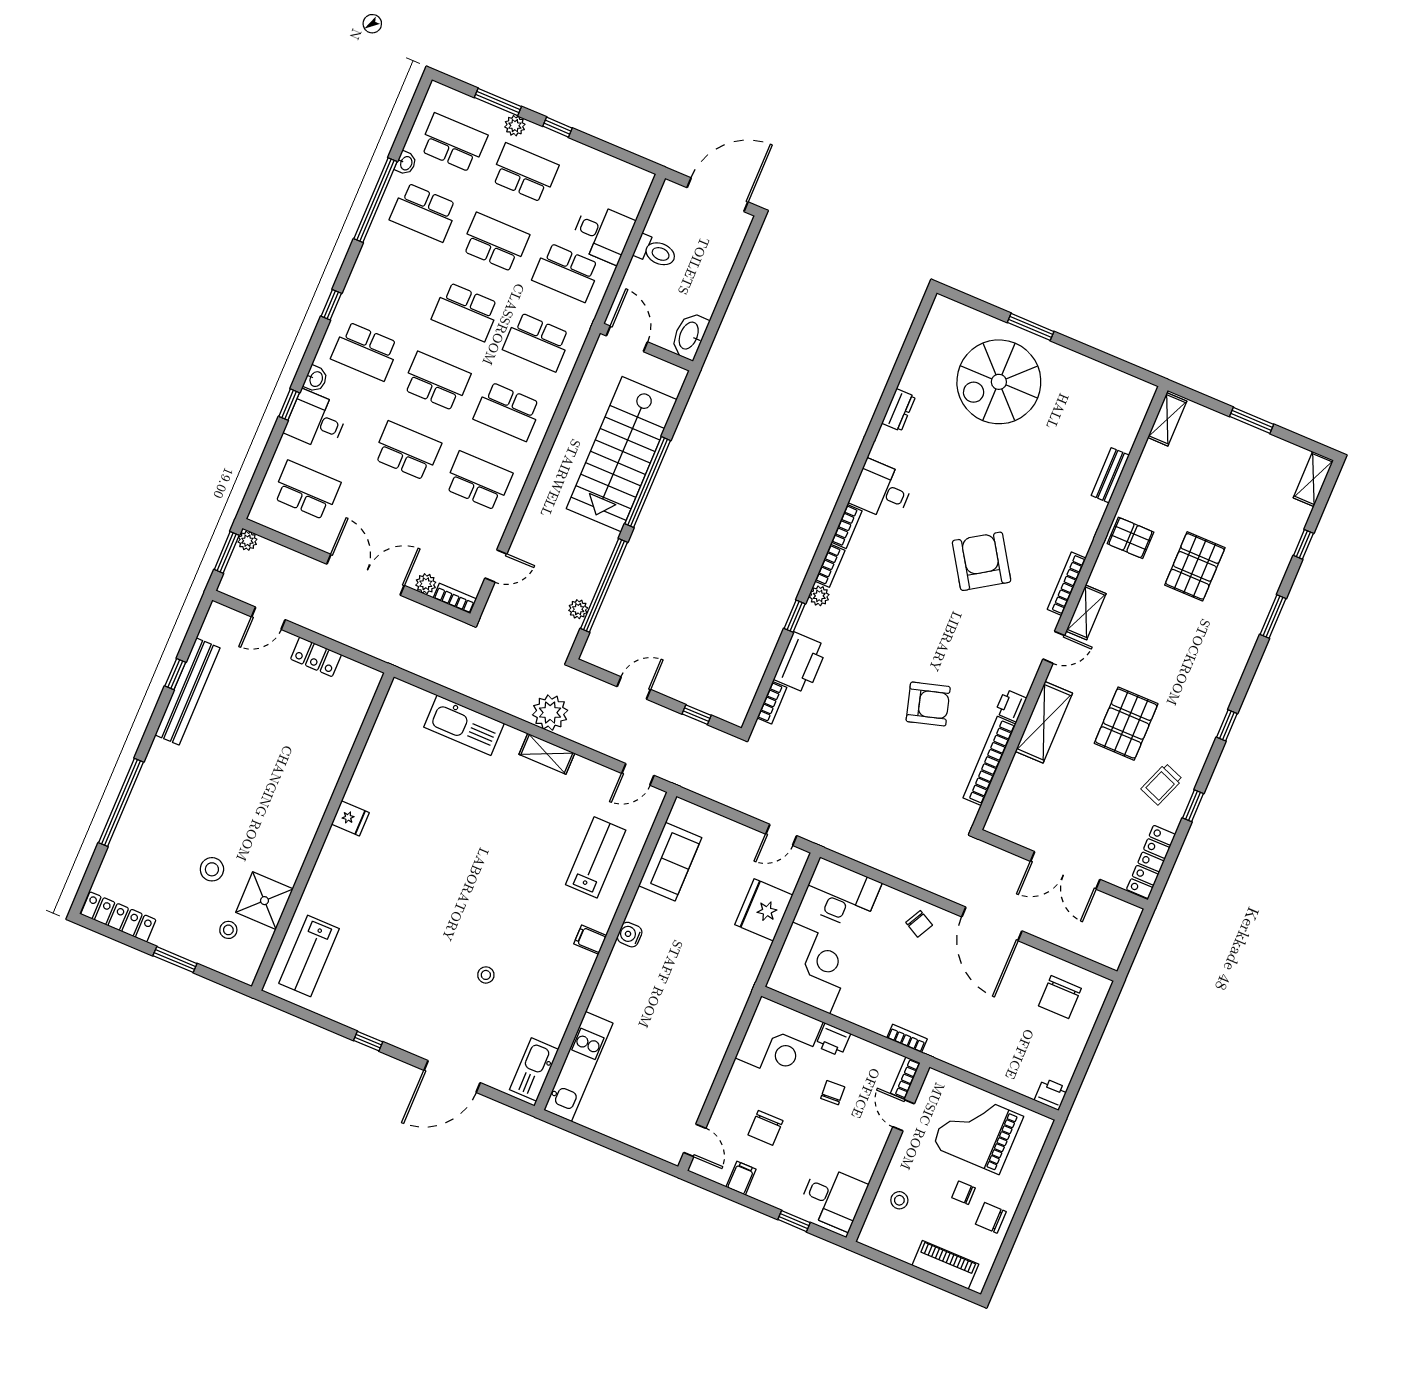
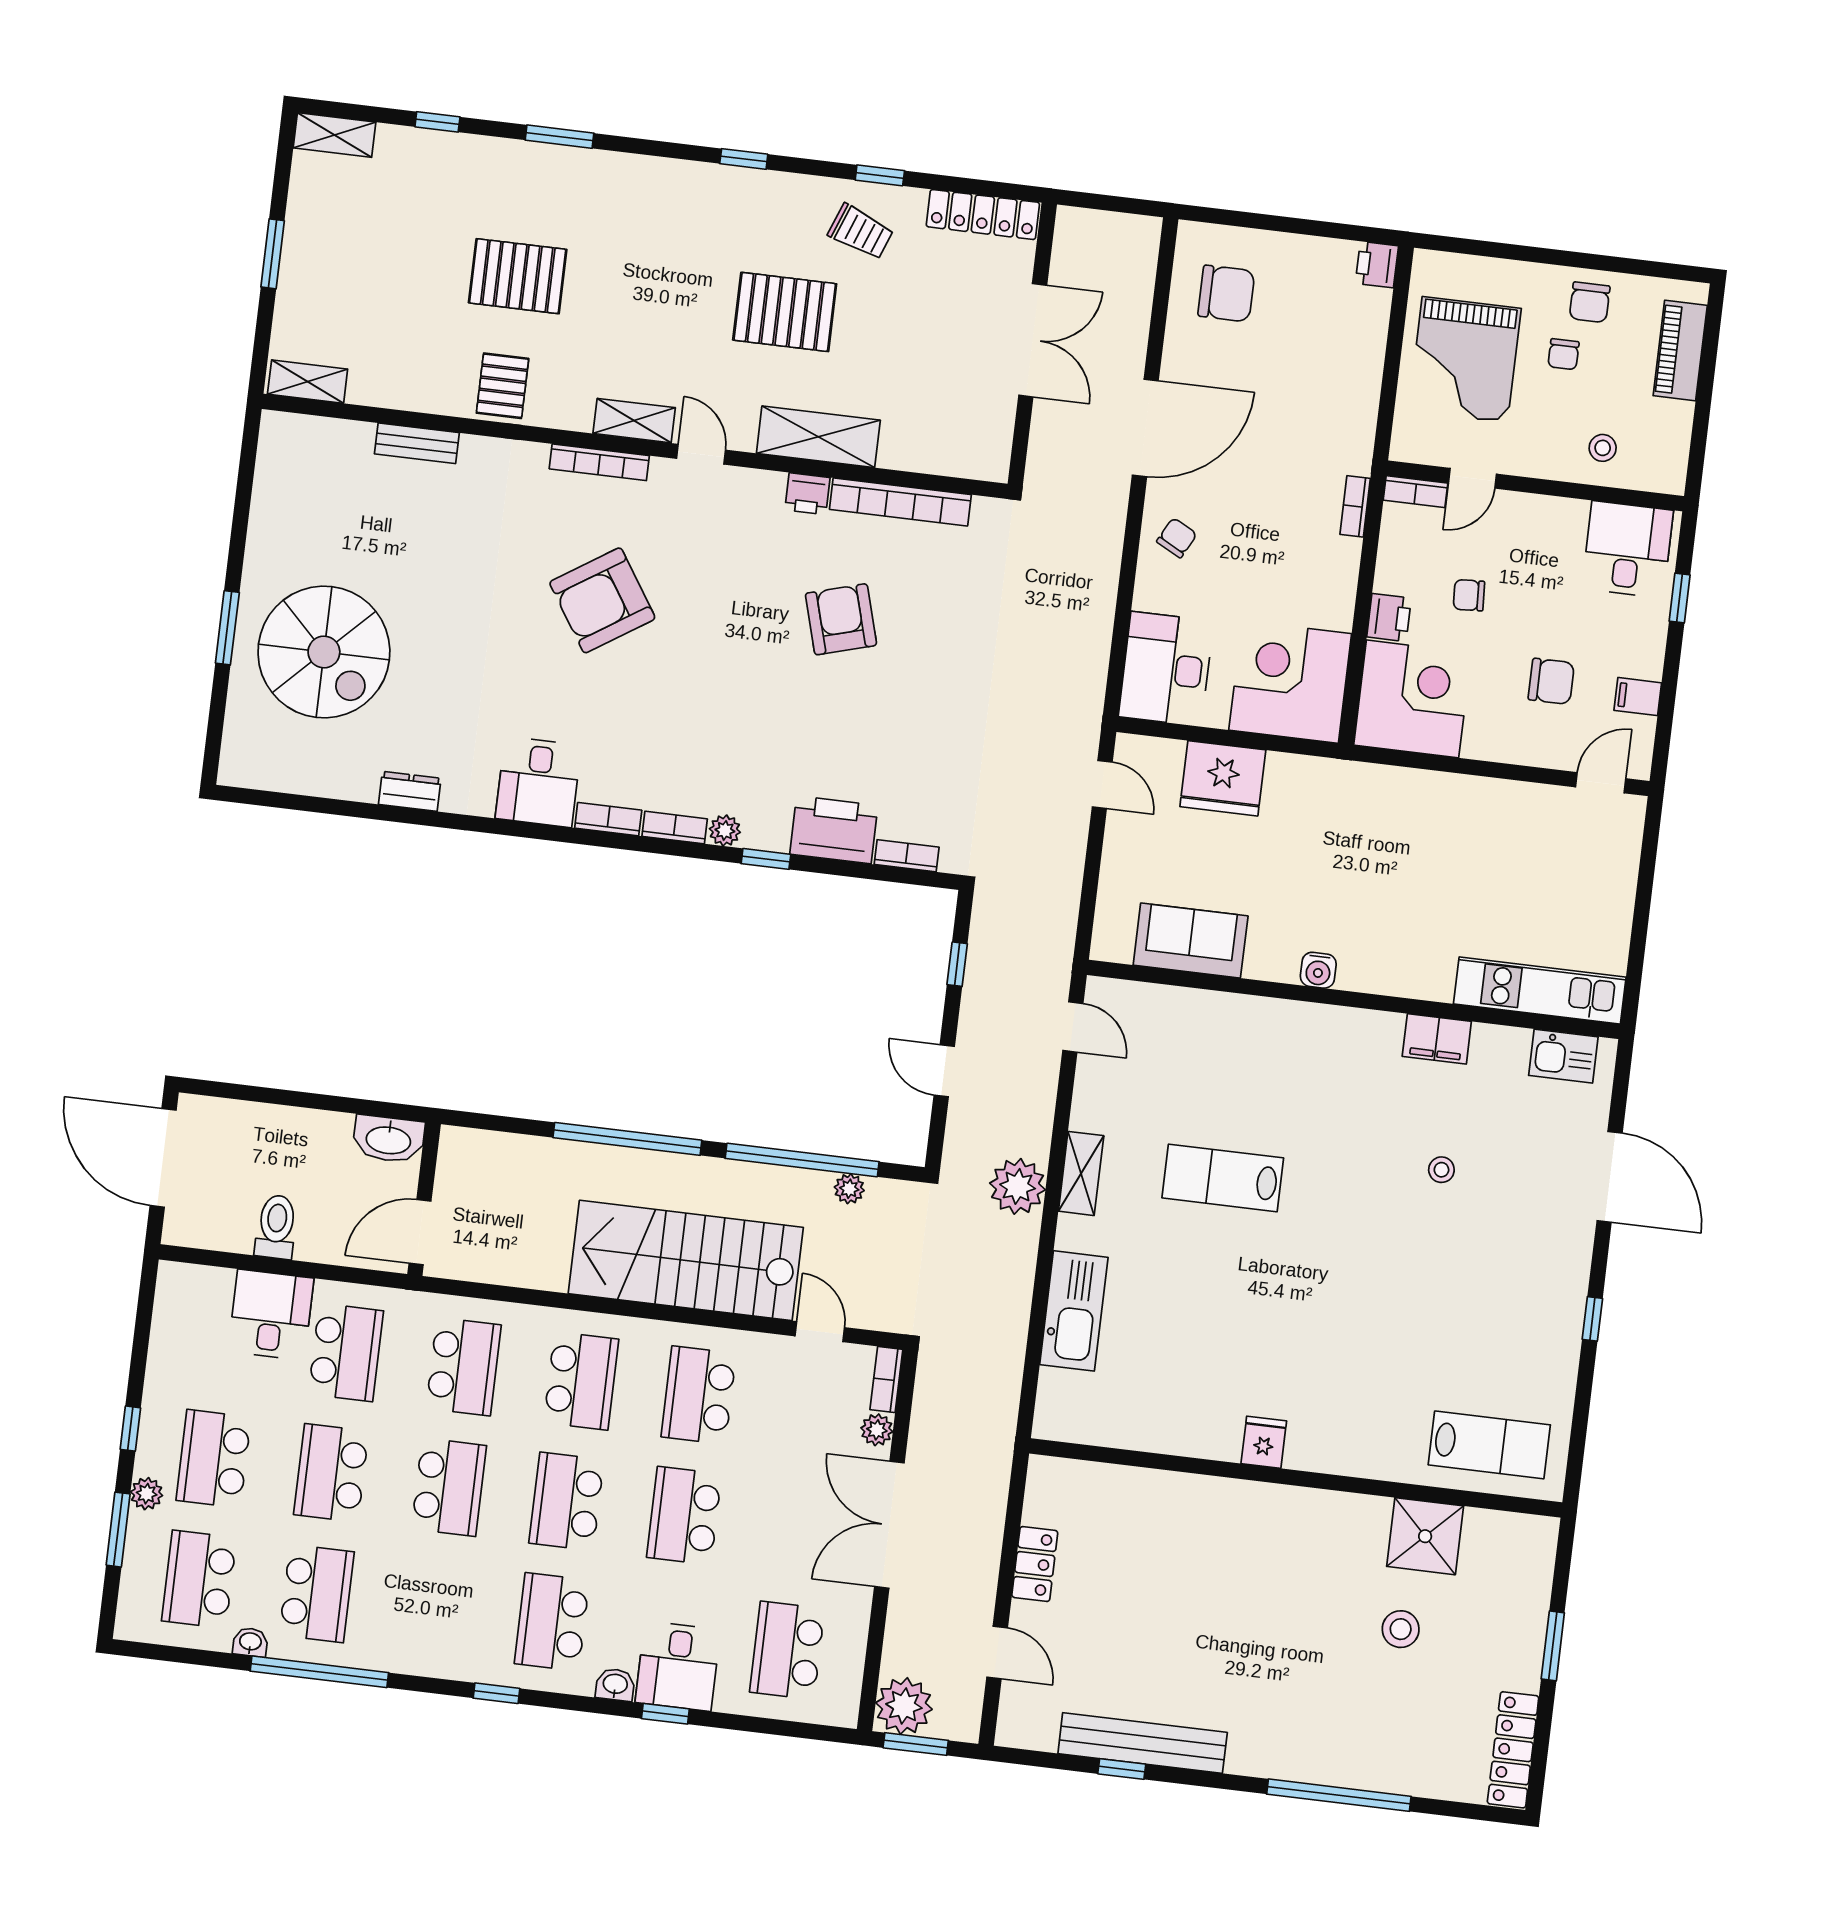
school desk: (365, 351) -> (552, 1622), turned 180
stairs: (622, 454) -> (686, 1260), moved, turned 180
plant: (247, 541) -> (904, 1706), width x1.87, depth x1.87
lab bench: (596, 857) -> (1223, 1178), moved
stool: (228, 930) -> (1485, 1578), removed
filing cabinet: (590, 940) -> (1437, 1039), moved, width x2.00
kitchen sink: (534, 1069) -> (1563, 1056), width x0.73

